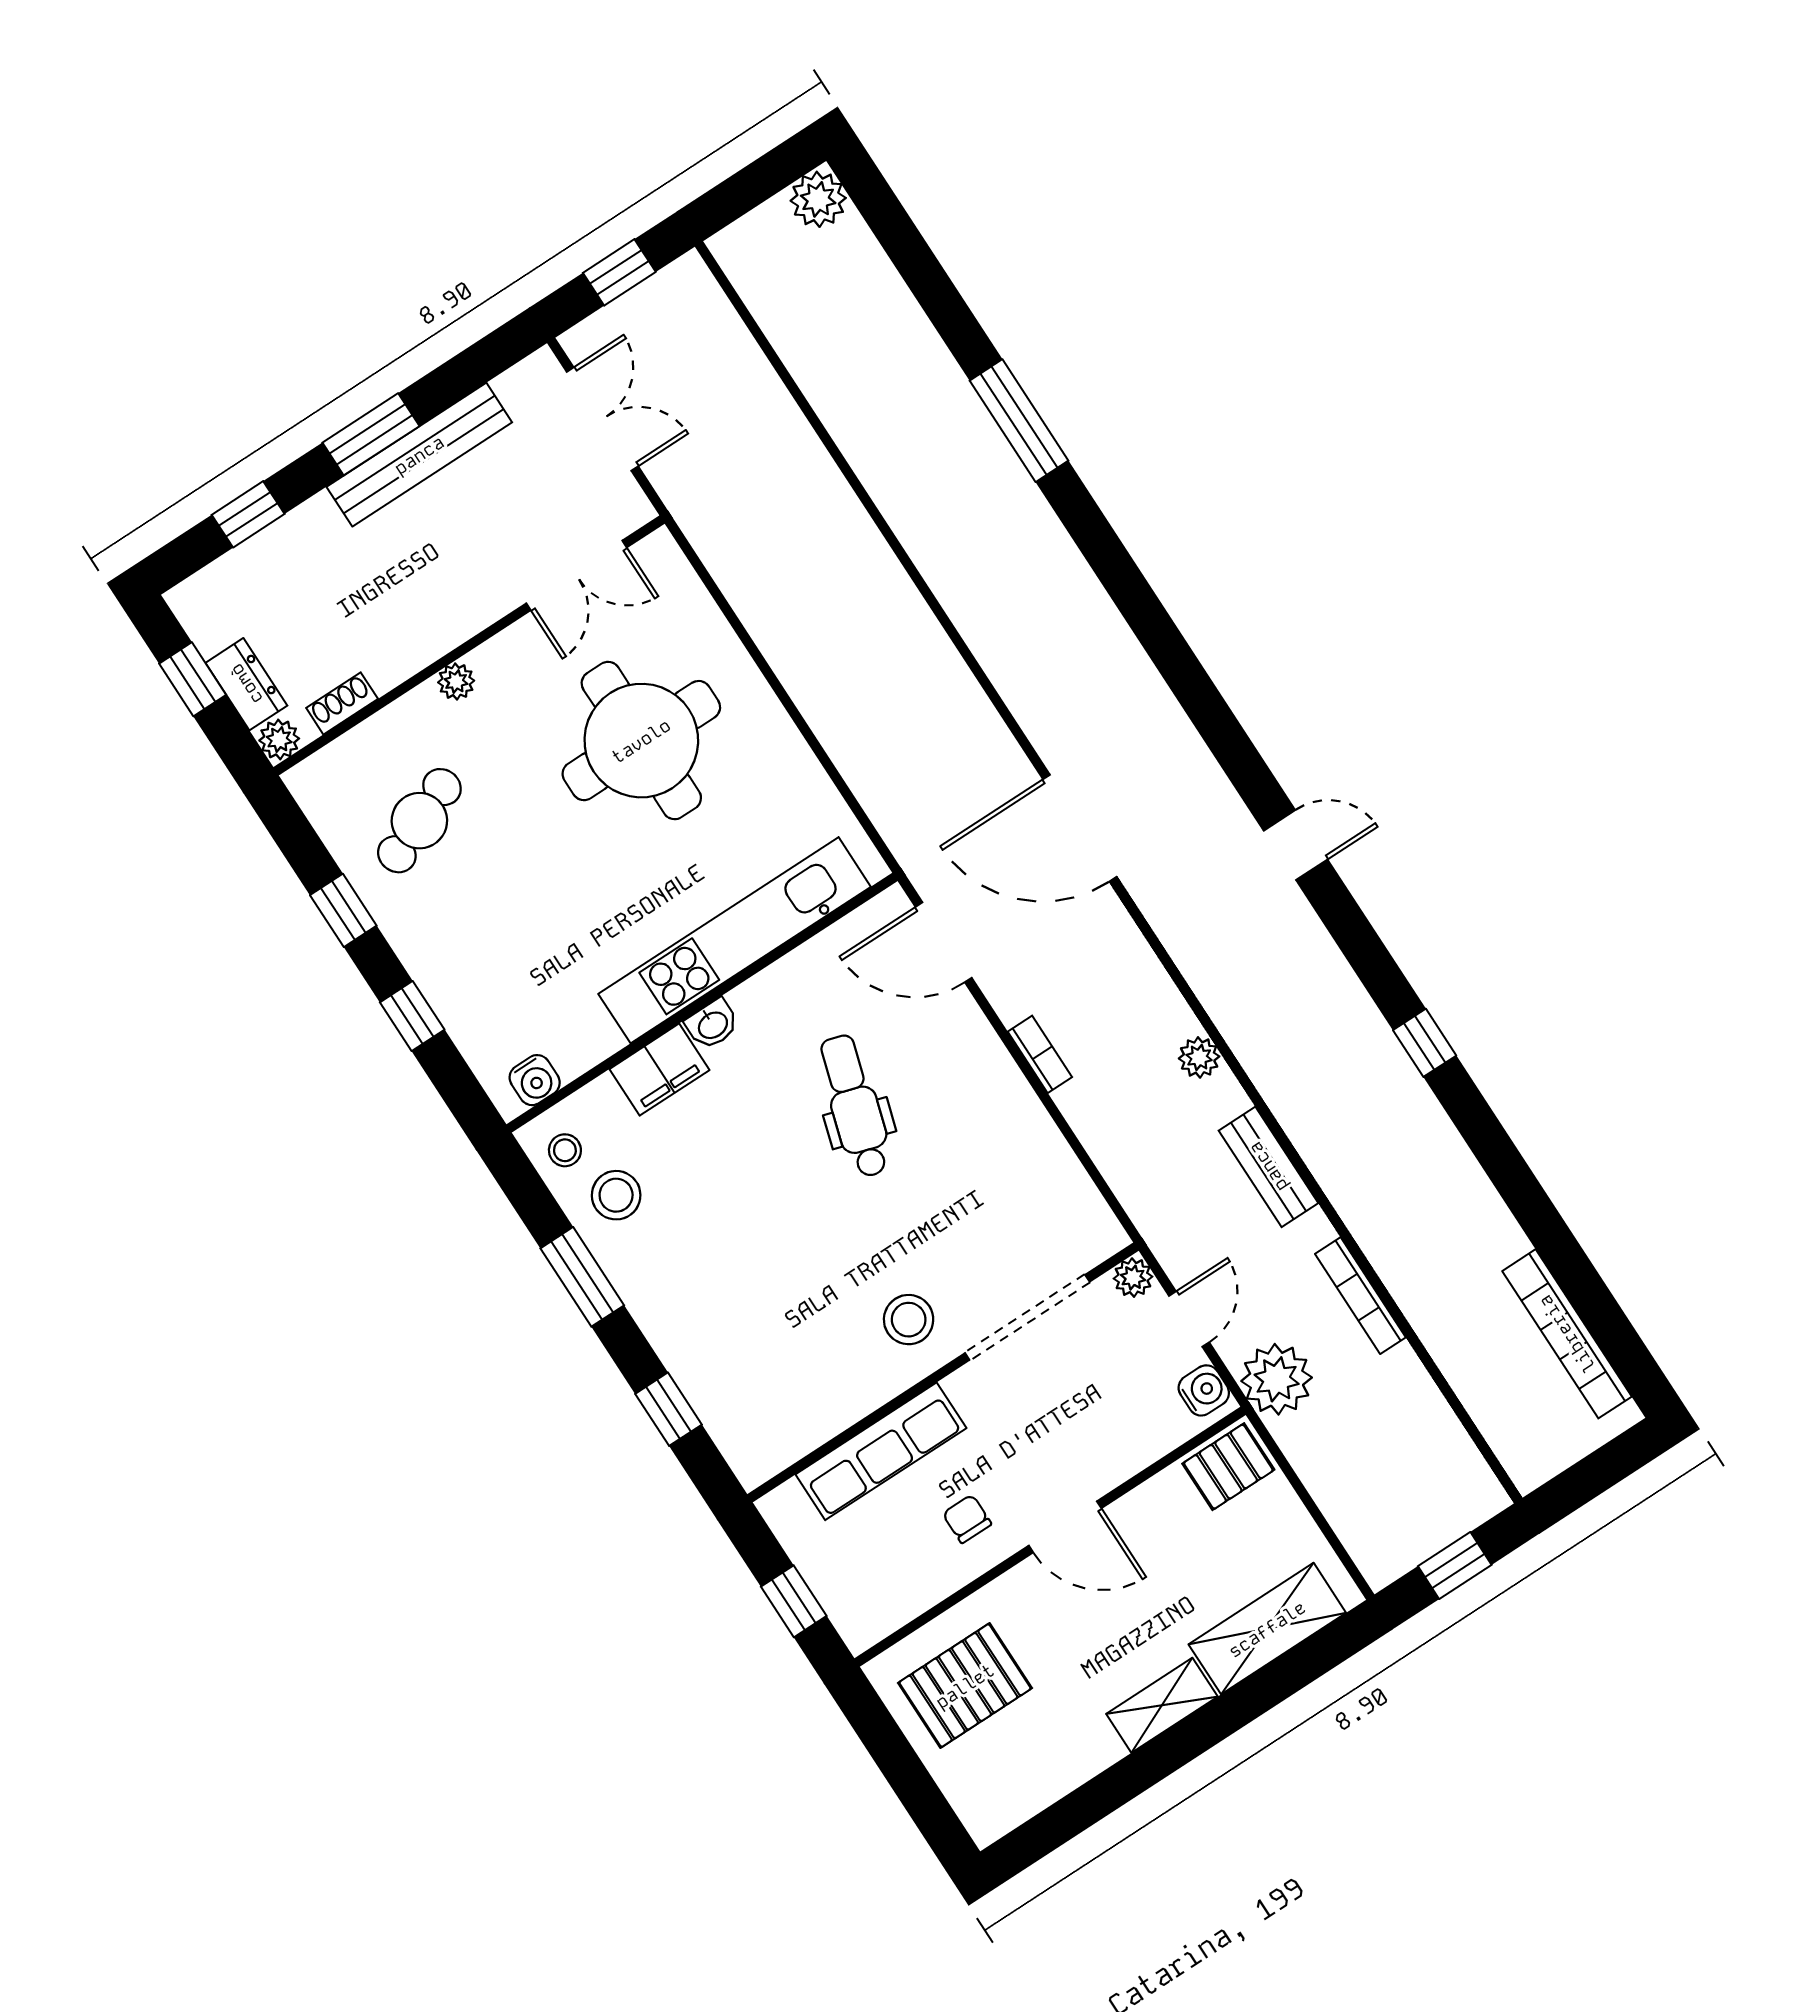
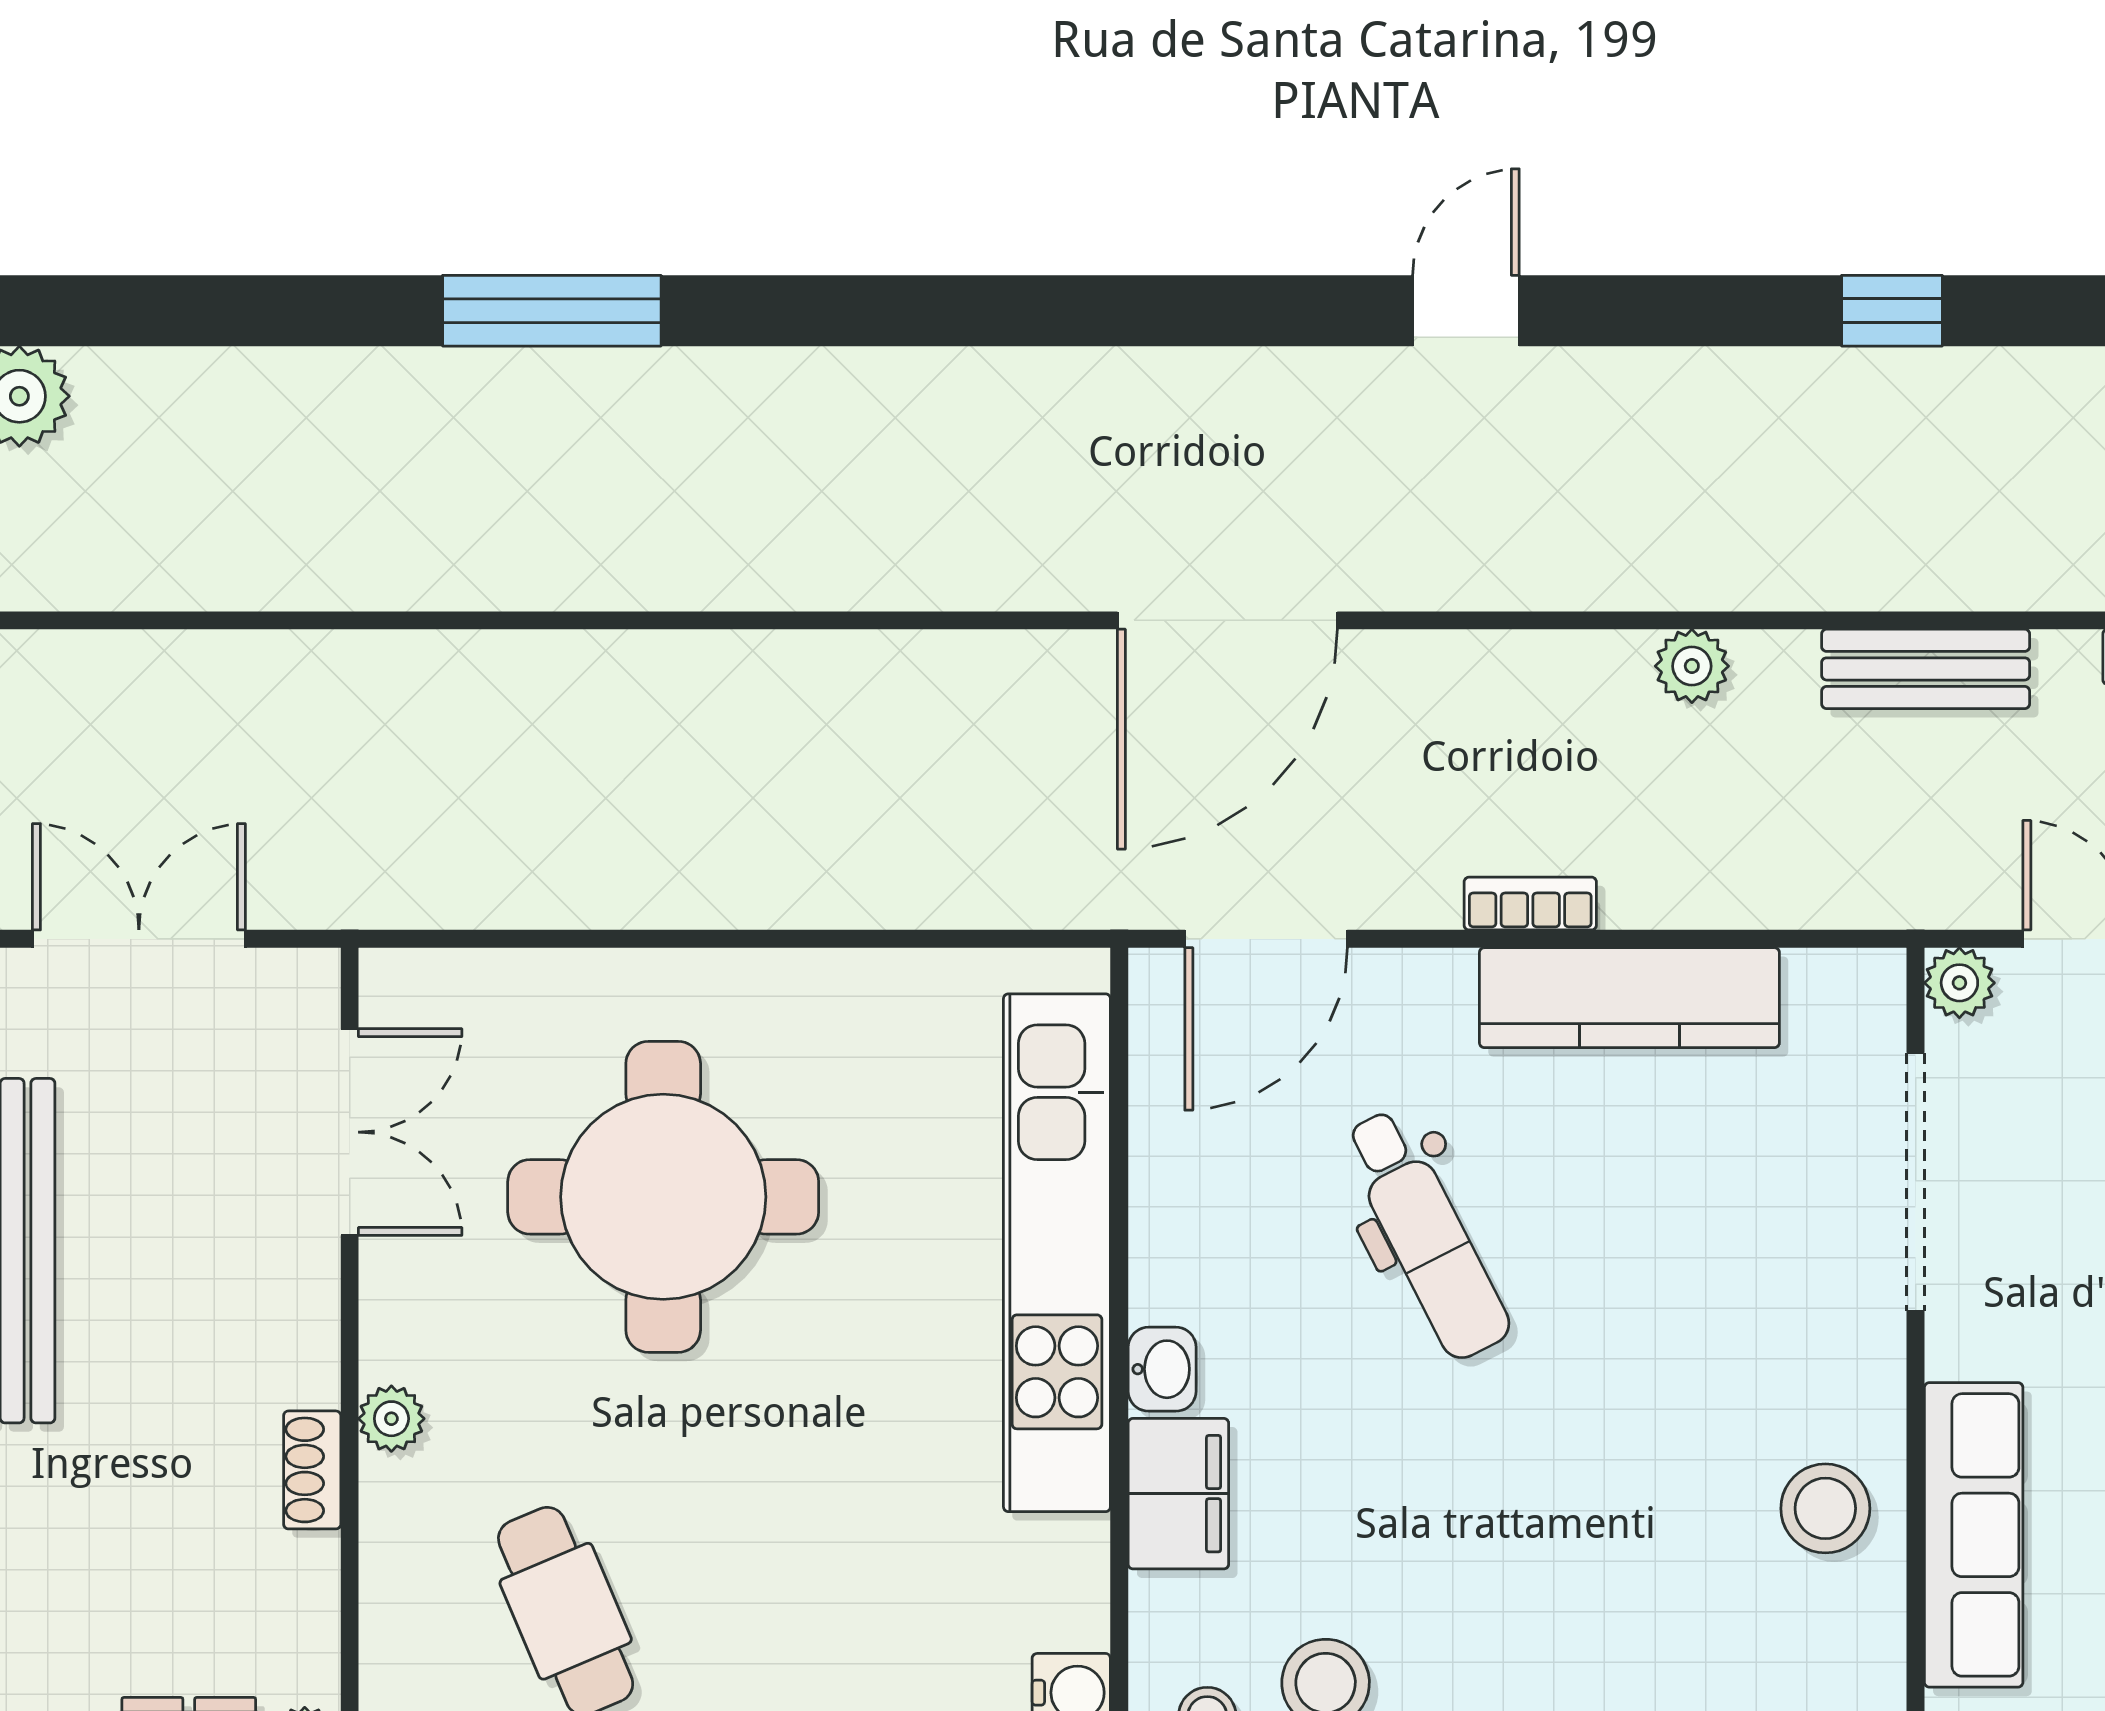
shoe rack: (342, 703) -> (312, 1470), moved
dental chair: (855, 1106) -> (1426, 1234), turned -134
kitchen counter: (1026, 1129) -> (1629, 998), added
stool: (909, 1320) -> (1825, 1508), moved

